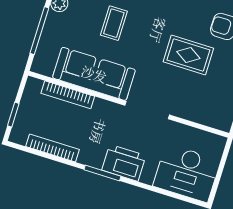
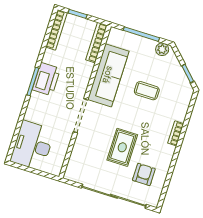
bookcase: (68, 95) -> (97, 43), moved
bookcase: (53, 148) -> (56, 30), moved
printer: (124, 163) -> (46, 79), moved

